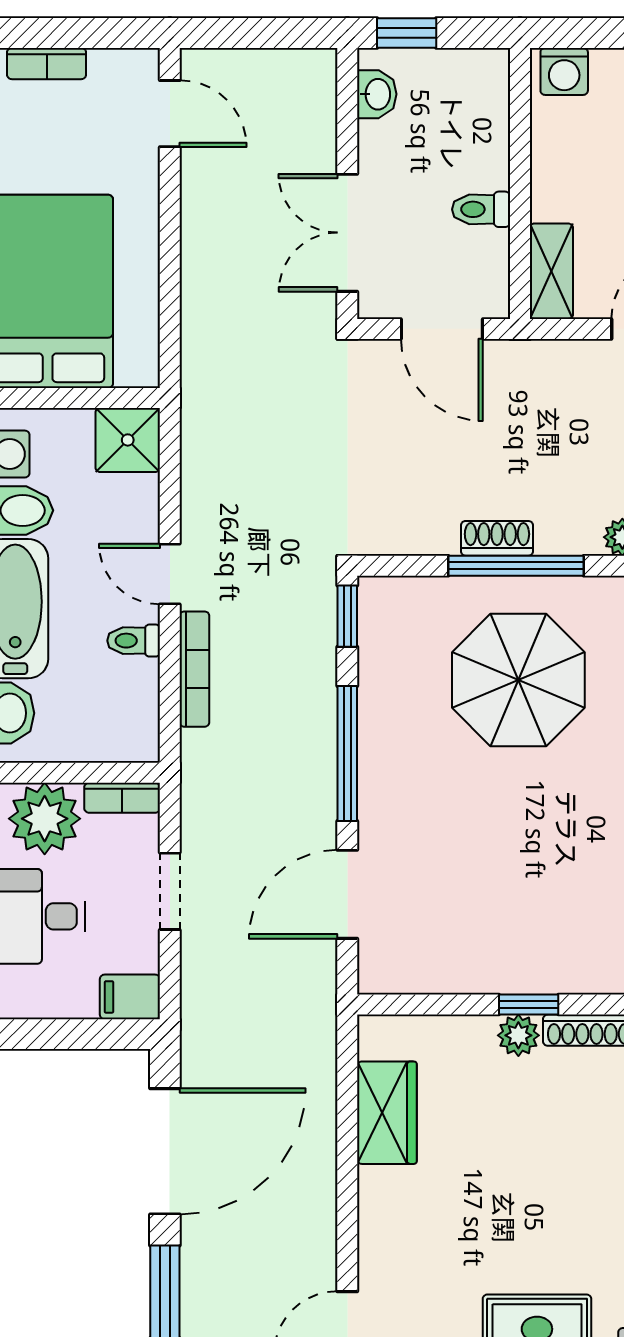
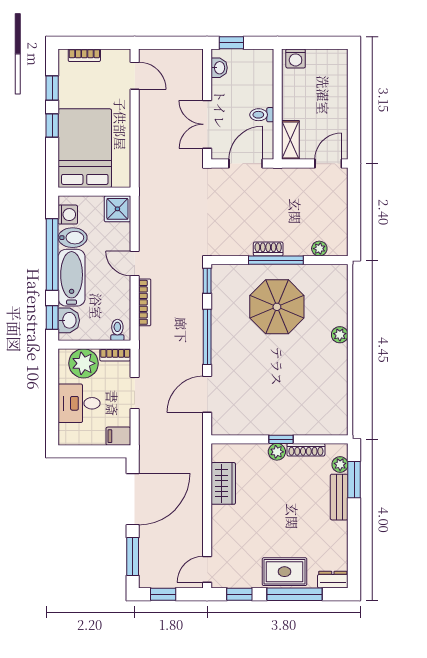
door: (442, 329) -> (246, 164), swing flipped
toilet: (134, 641) -> (117, 330), moved, turned 90

